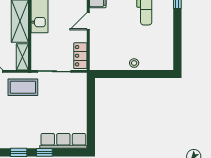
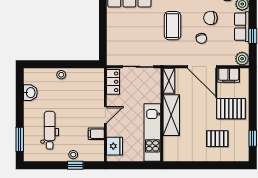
washbasin: (166, 44) -> (30, 93), added
coffee table: (23, 87) -> (173, 26), moved, turned 90

